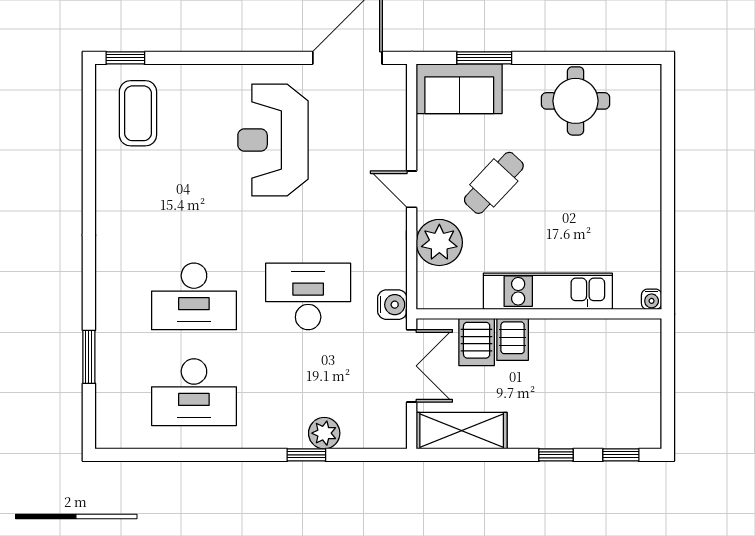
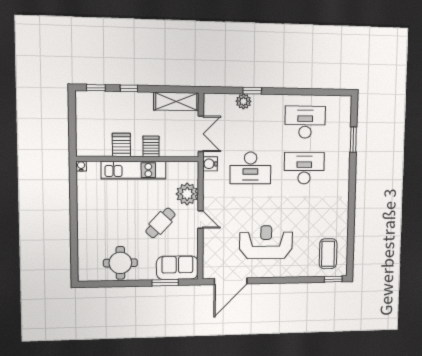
reception desk: (273, 140) -> (266, 242), turned -90
server rack: (477, 342) -> (121, 145), moved
double door: (412, 366) -> (201, 134), swing flipped

